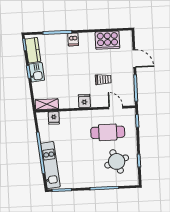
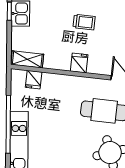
trolley: (103, 79) -> (84, 22), moved

